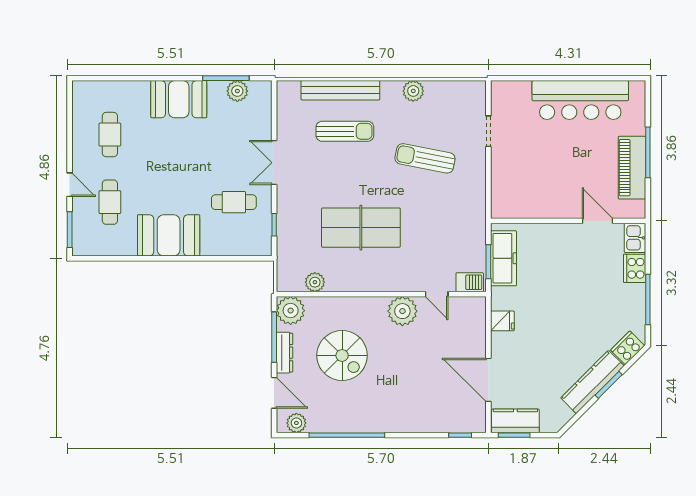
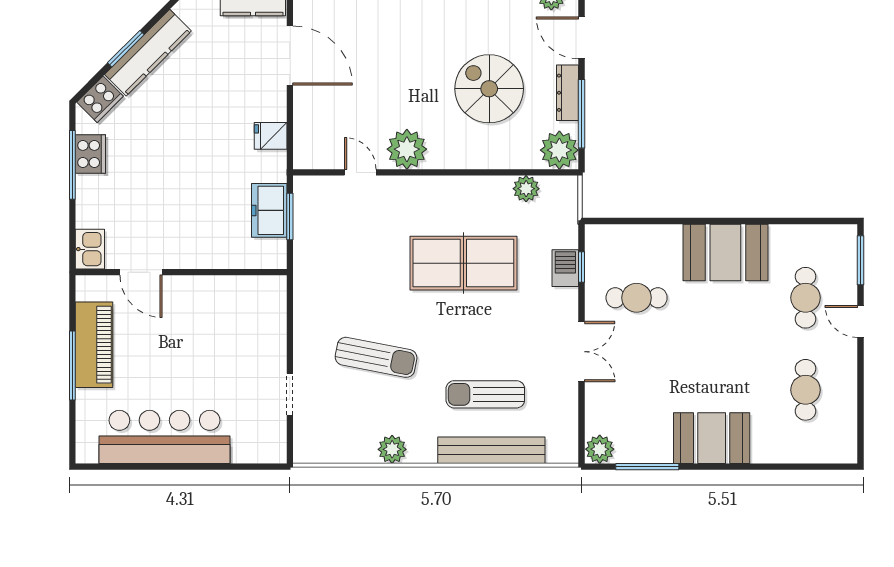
plant: (237, 91) -> (600, 449), moved
freezer: (503, 258) -> (269, 210), width x0.71
cooker: (635, 268) -> (90, 154), moved
barbecue: (470, 282) -> (565, 268), moved, turned 90

